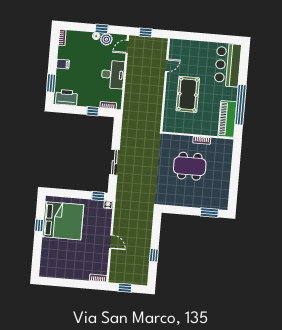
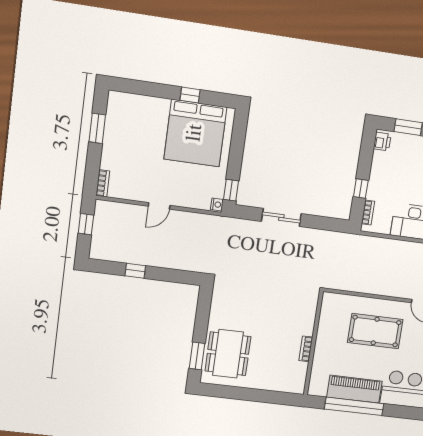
printer: (66, 97) -> (382, 142), width x0.53, depth x0.68
piano: (227, 119) -> (354, 389), moved
dining table: (190, 166) -> (228, 354), moved
window: (64, 283) -> (97, 128), added

